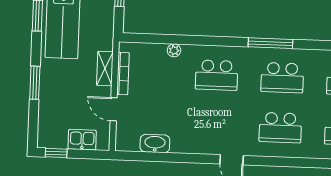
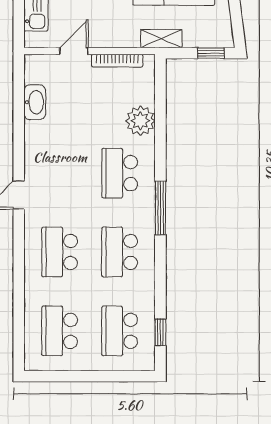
window: (271, 43) -> (160, 208), moved
plant: (174, 50) -> (140, 121), width x1.88, depth x1.88
shelving: (105, 69) -> (161, 39), moved

